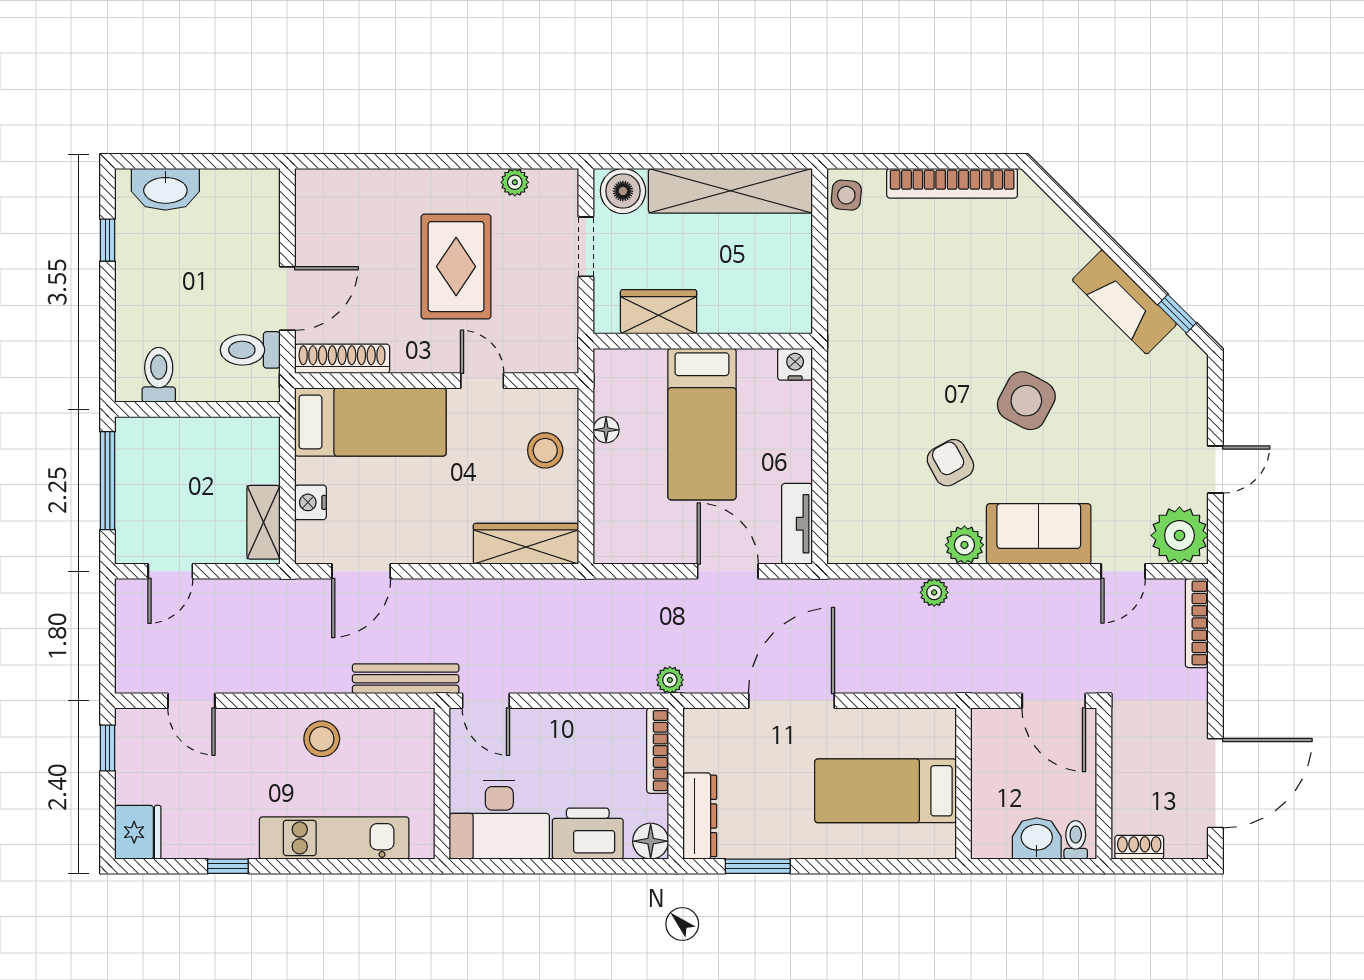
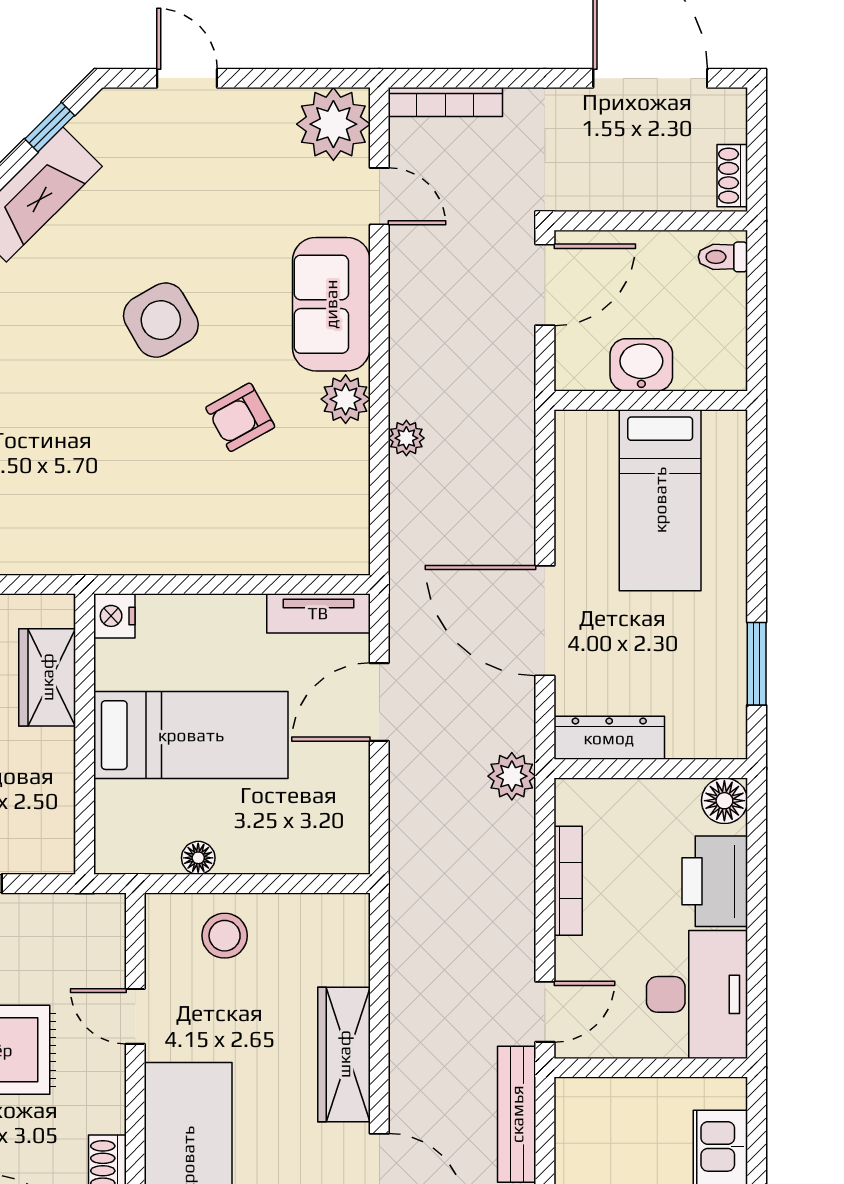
wardrobe: (659, 312) -> (47, 677), moved
door: (482, 381) -> (135, 1016), hinge flipped
side table: (1026, 401) -> (161, 320), turned 32
door: (1215, 469) -> (187, 78), moved
wardrobe: (526, 544) -> (344, 1054), moved
plant: (670, 680) -> (512, 776), width x1.38, depth x1.38
bookcase: (658, 751) -> (568, 881), moved, turned -90
dresser: (700, 816) -> (609, 738), moved
washbasin: (1037, 838) -> (641, 365), moved, turned 90

